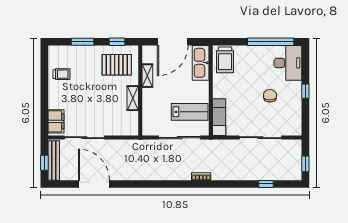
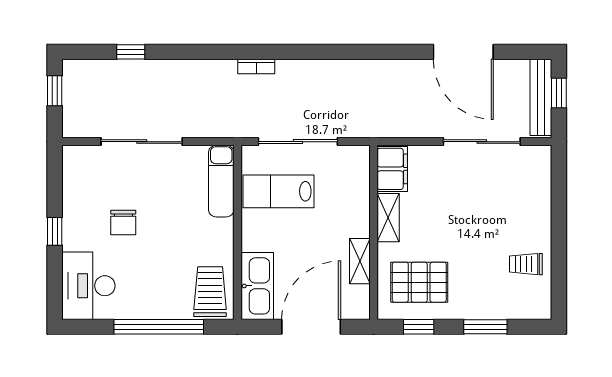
window: (271, 42) -> (159, 327), moved
filing cabinet: (56, 121) -> (392, 169), moved, turned 180

